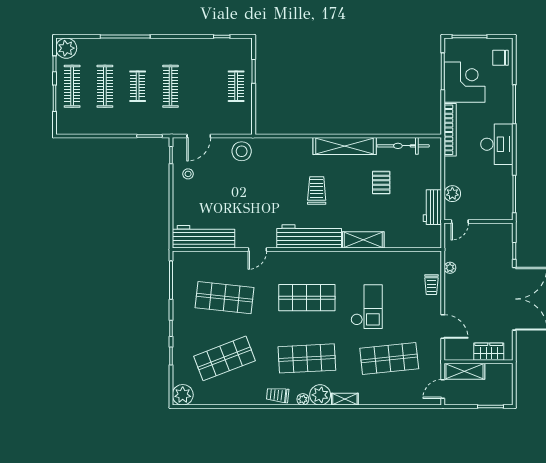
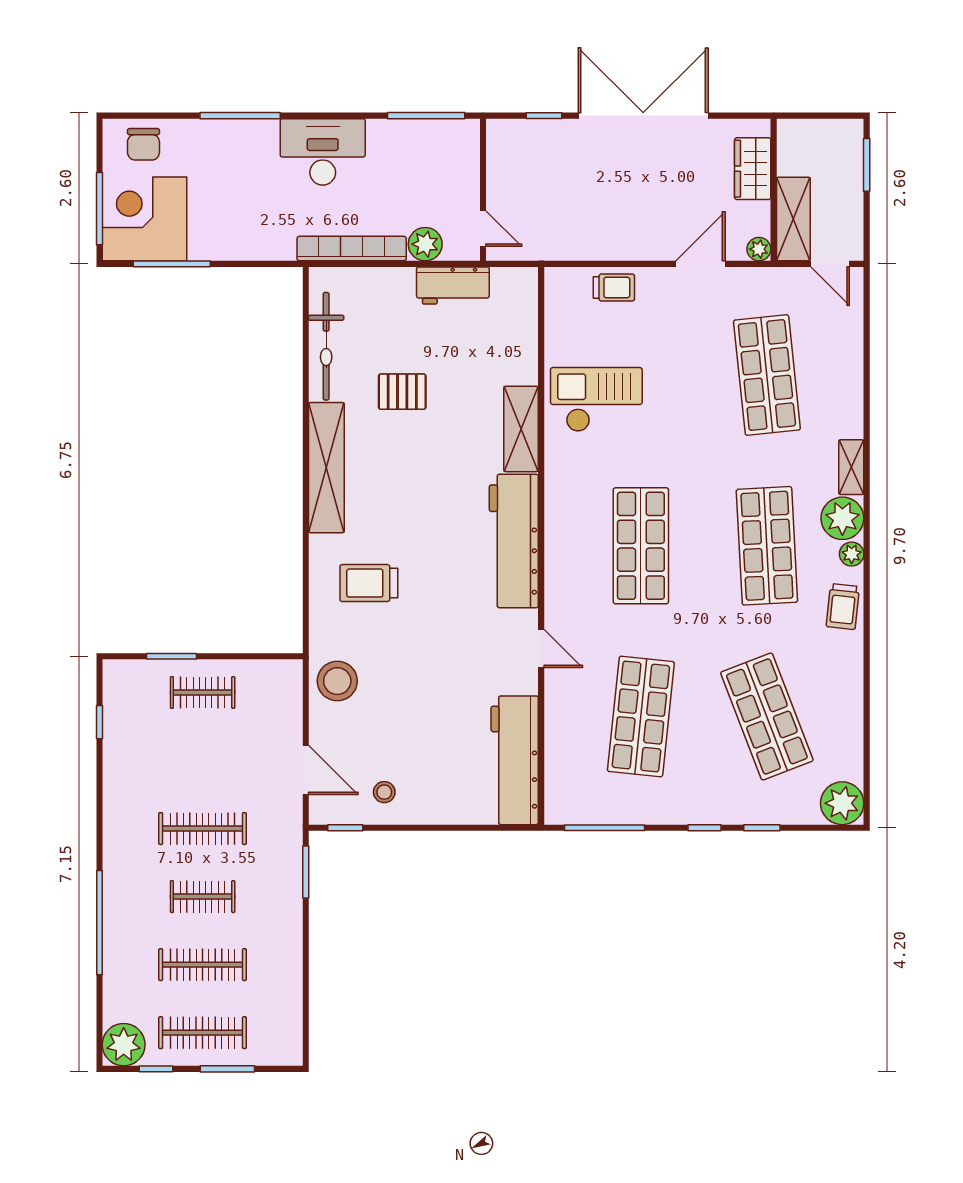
corner desk: (465, 82) -> (144, 219), moved
bookcase: (450, 130) -> (352, 249), moved
trolley: (317, 190) -> (369, 583), moved
plant: (450, 268) -> (759, 249), moved
checkout: (367, 307) -> (596, 400), moved

